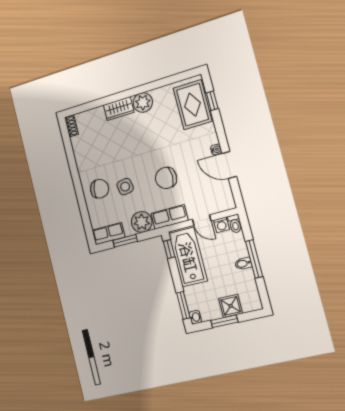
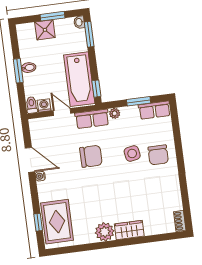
chair: (100, 189) -> (158, 155), turned -100
plant: (142, 222) -> (115, 113), width x0.53, depth x0.53
window: (254, 259) -> (18, 71), width x0.69

